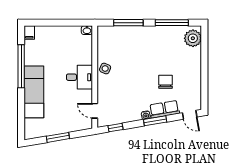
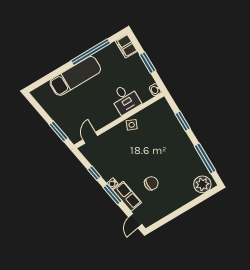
window: (60, 23) -> (148, 63), added
window: (128, 23) -> (183, 121), width x0.69
filing cabinet: (29, 32) -> (126, 46), width x2.00
desk: (79, 77) -> (125, 99), moved
window: (115, 128) -> (94, 173), moved
window: (58, 137) -> (59, 131), moved

